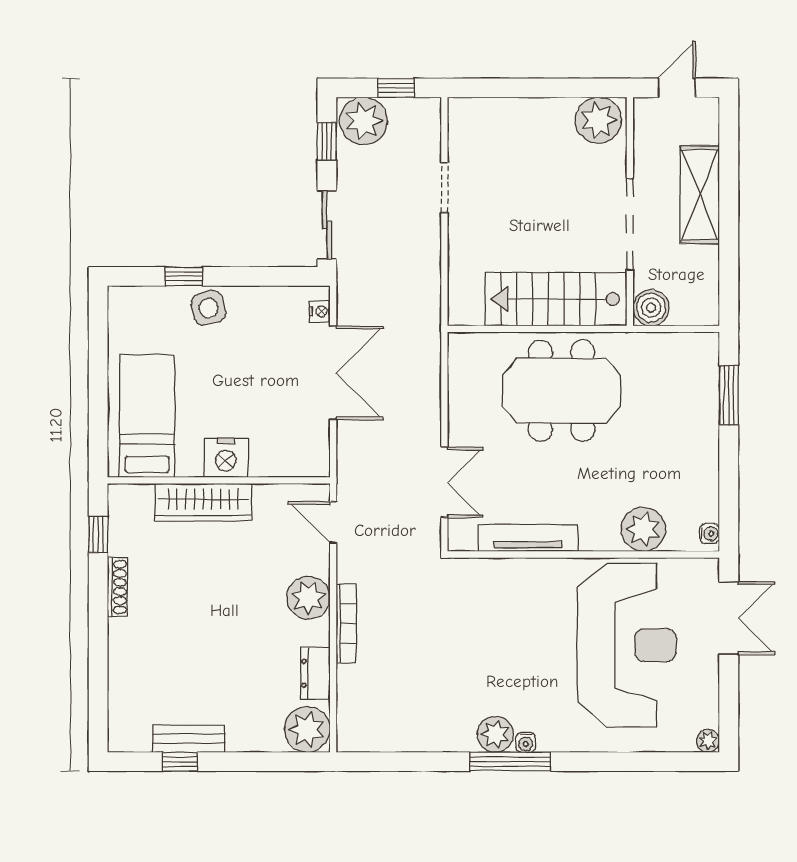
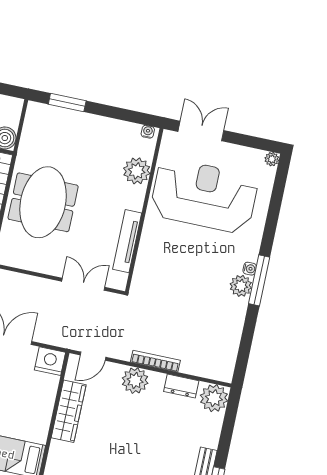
nightstand: (226, 458) -> (50, 361), moved, turned -90
wardrobe: (203, 502) -> (69, 411), moved

